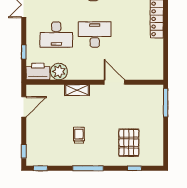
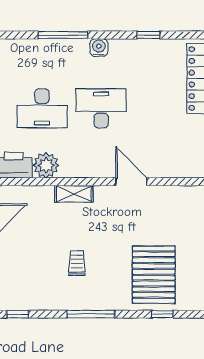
pallet: (129, 143) -> (154, 275), width x1.37, depth x1.41

